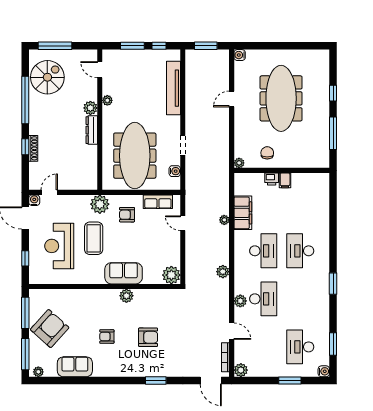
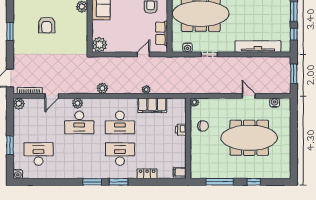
water cooler: (240, 55) -> (275, 103), moved
filing cabinet: (285, 180) -> (180, 172), moved
locker: (323, 219) -> (147, 174), added
window: (333, 344) -> (119, 182), moved

